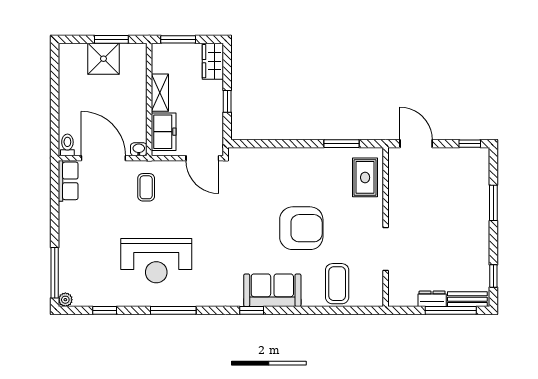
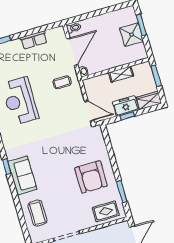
window: (111, 39) -> (141, 25), moved
freezer: (164, 132) -> (126, 106), moved, turned 180
door: (202, 158) -> (89, 111), swing flipped
row of seats: (68, 181) -> (34, 40), moved
armchair: (301, 228) -> (91, 177), moved
coffee table: (337, 284) -> (37, 213), turned 90

